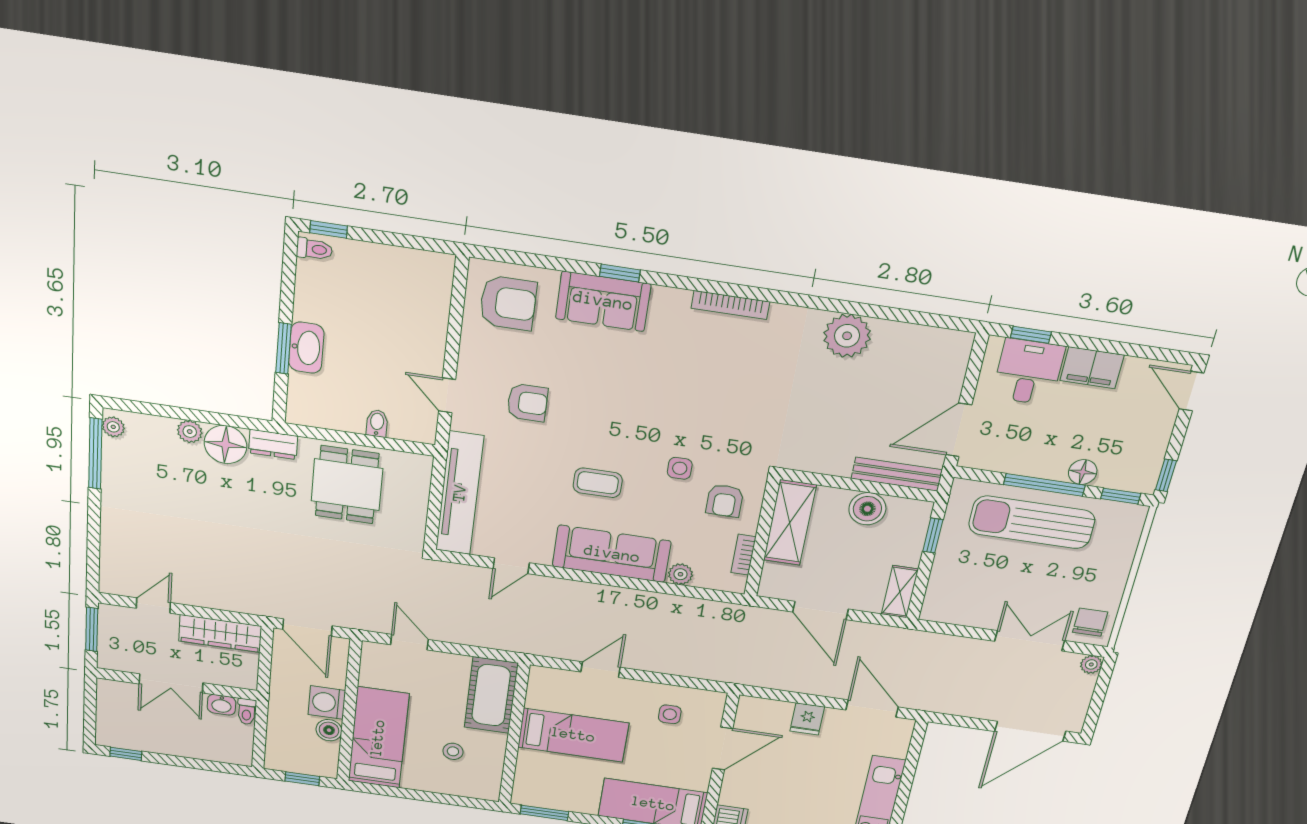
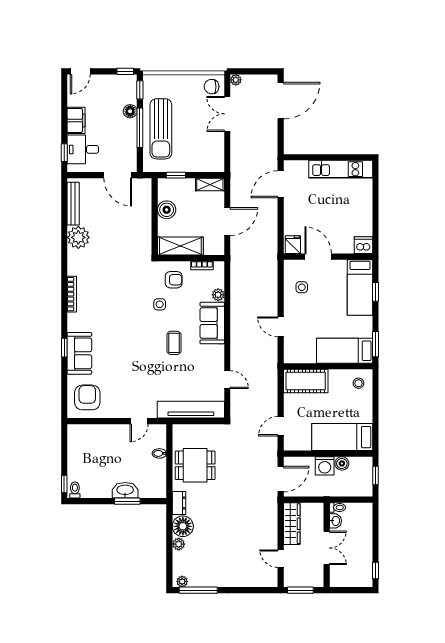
armchair: (527, 403) -> (137, 382), removed
bench: (897, 474) -> (73, 204), moved
sofa: (612, 554) -> (212, 323), width x0.73
fridge: (807, 719) -> (293, 245), moved, turned -90
door: (1030, 731) -> (281, 101), hinge flipped
bed: (573, 735) -> (345, 351), moved, turned -90
stool: (453, 751) -> (358, 383), moved

